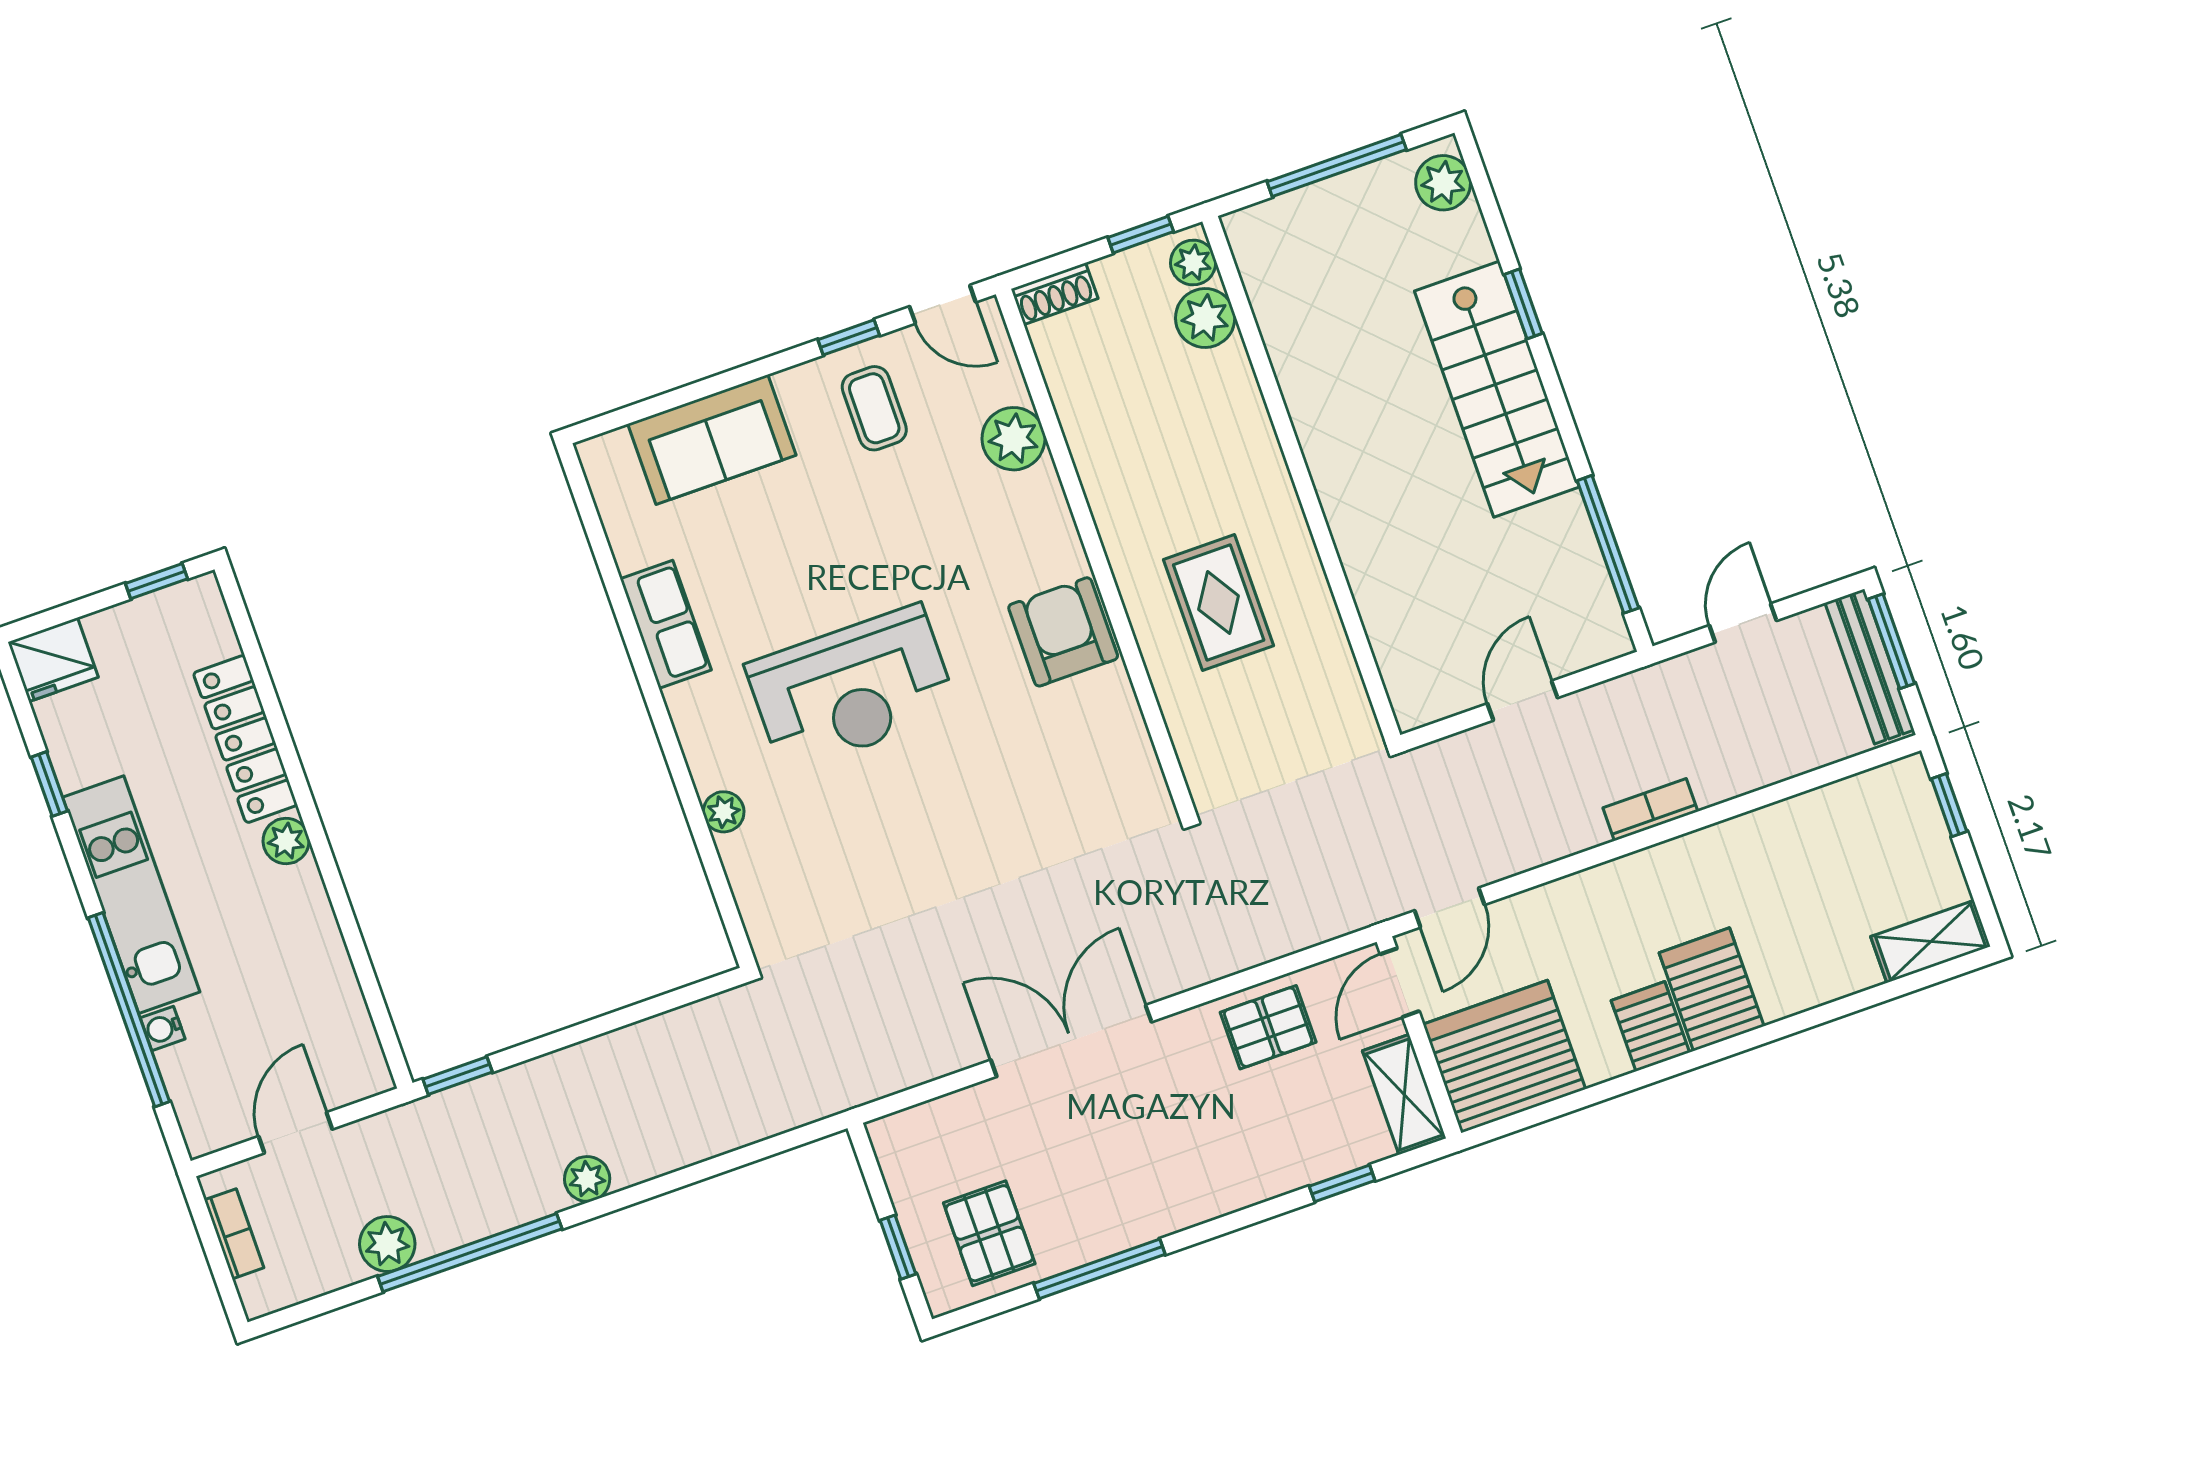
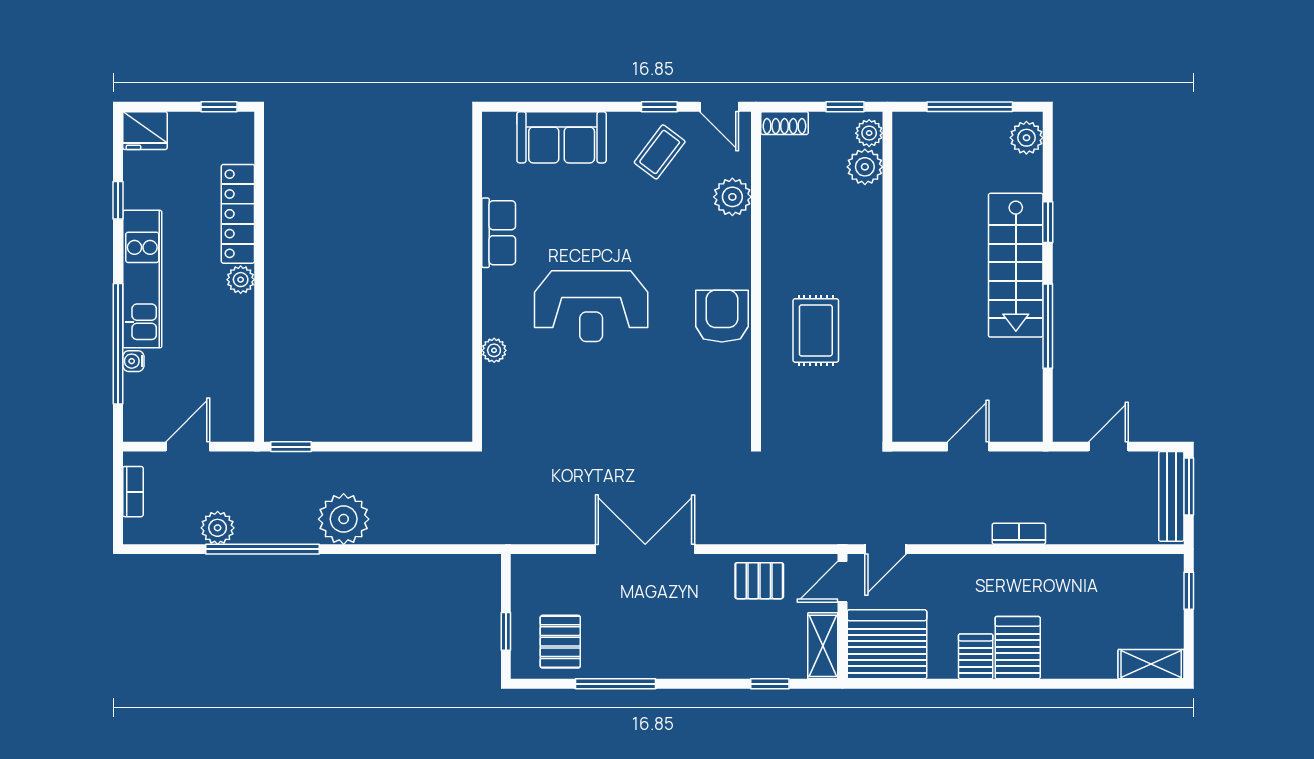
coffee table: (874, 408) -> (660, 152), turned 37
window: (1608, 544) -> (1048, 326), moved
plant: (587, 1179) -> (344, 519), width x1.88, depth x1.88

